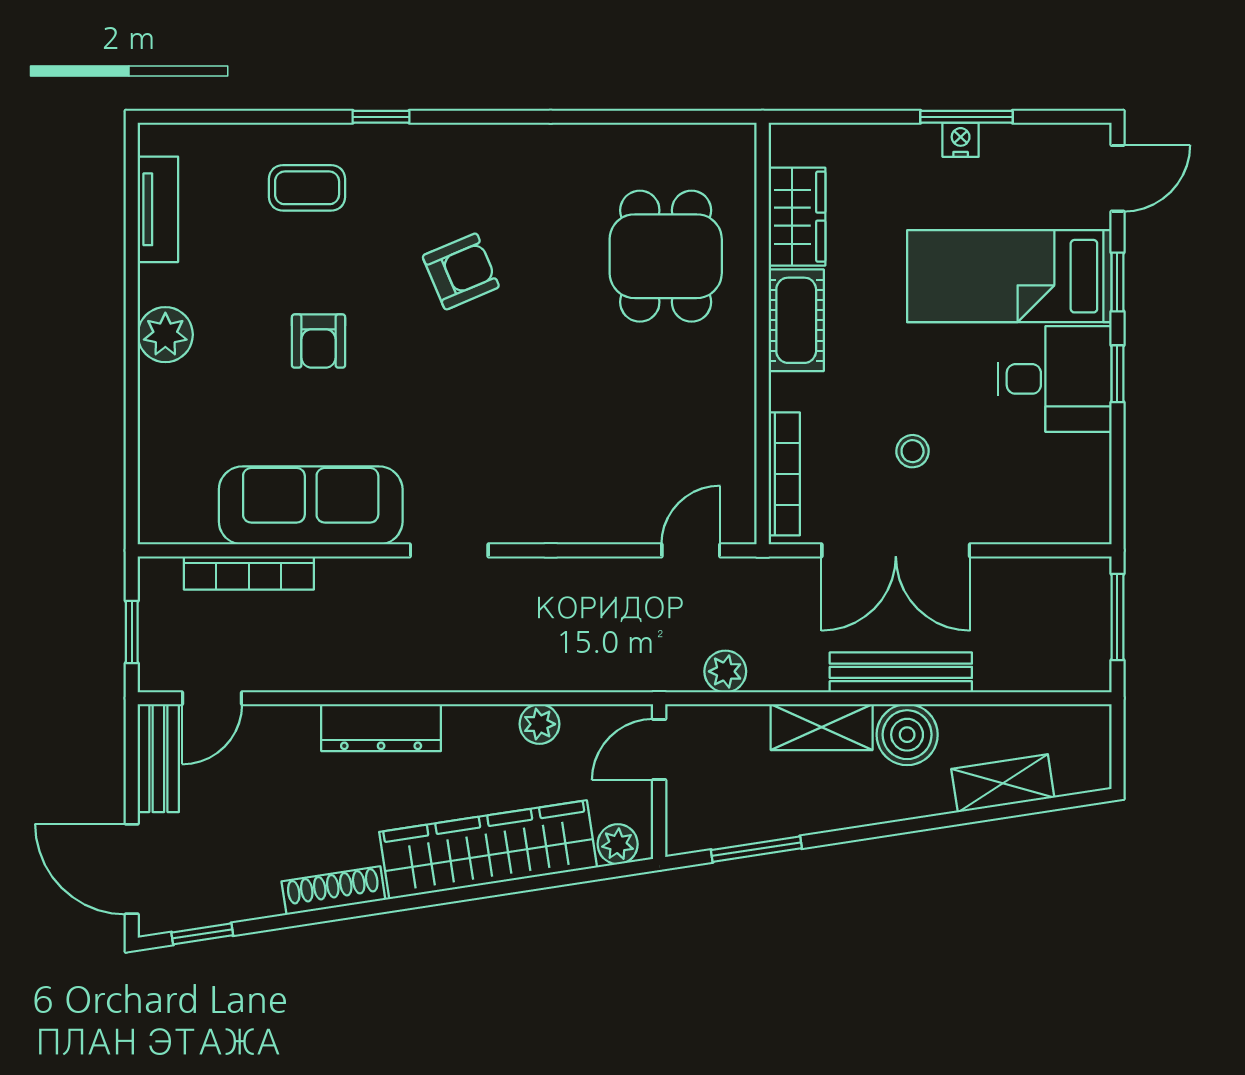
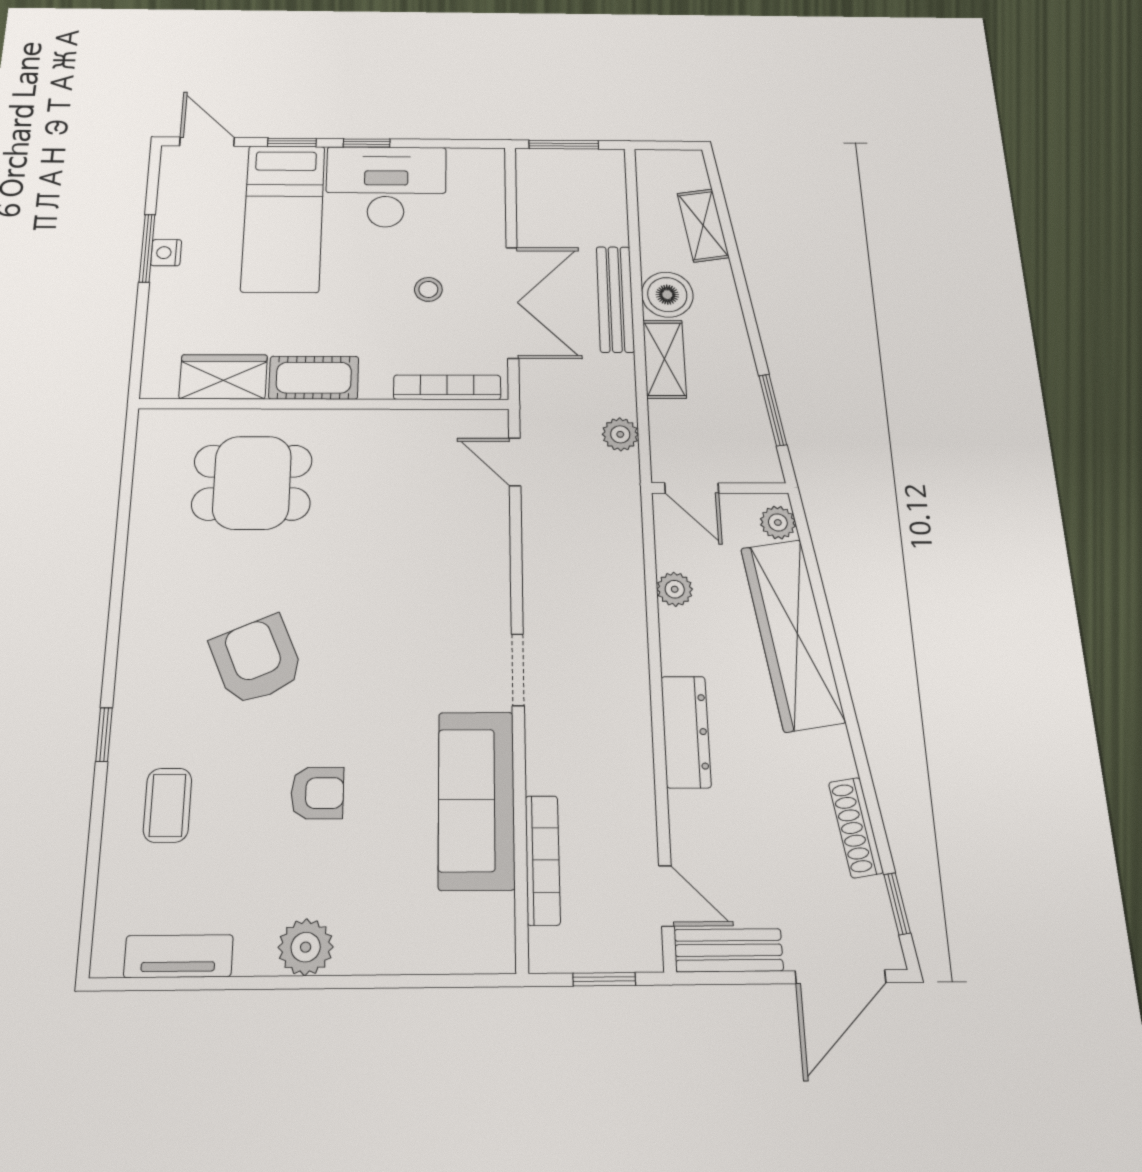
armchair: (461, 271) -> (257, 660), width x1.38, depth x1.38
desk: (1055, 379) -> (386, 187), width x1.37
shoe rack: (333, 891) -> (856, 827), moved

